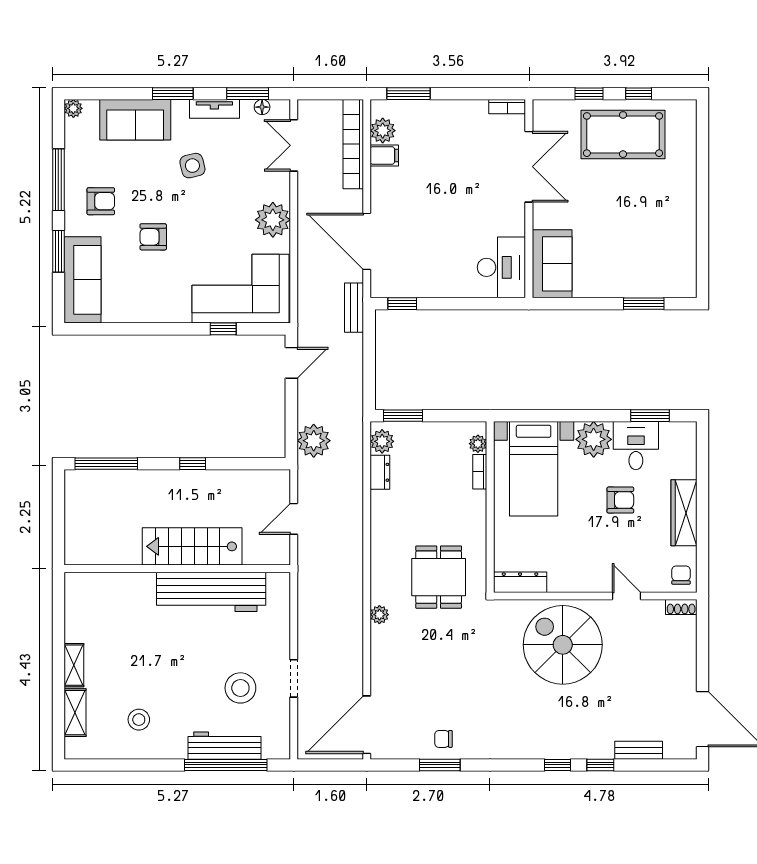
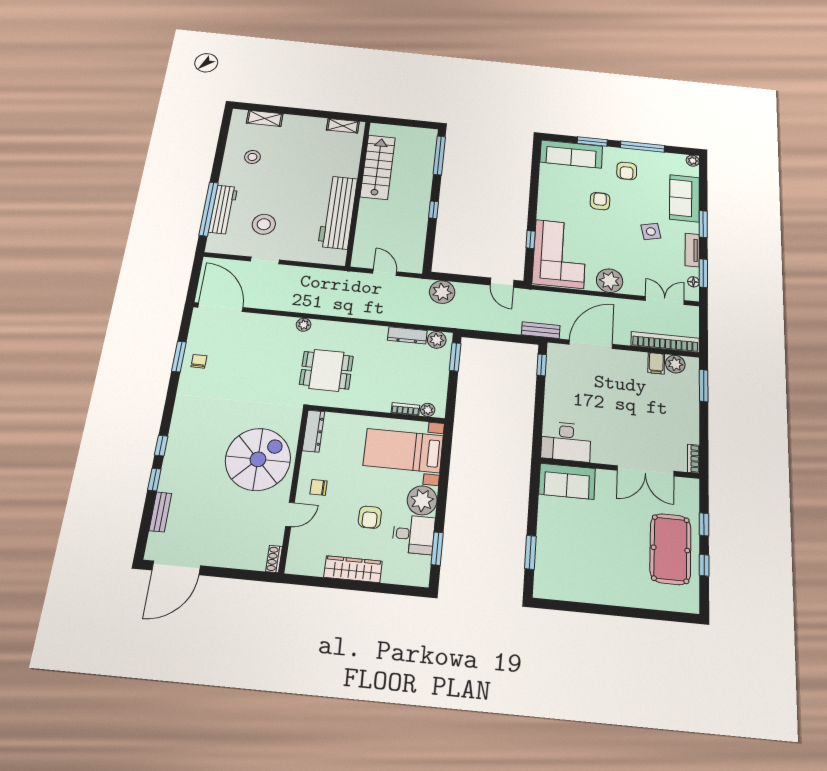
dresser: (380, 472) -> (407, 335), width x1.44
stairs: (192, 546) -> (378, 167), moved
chair: (681, 575) -> (319, 487), moved, turned 180
shelving: (74, 665) -> (343, 126), moved

